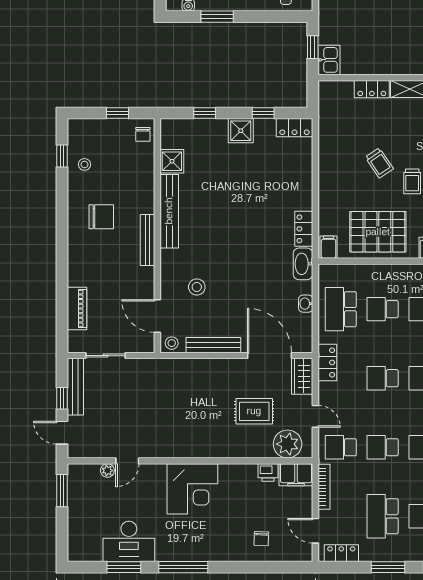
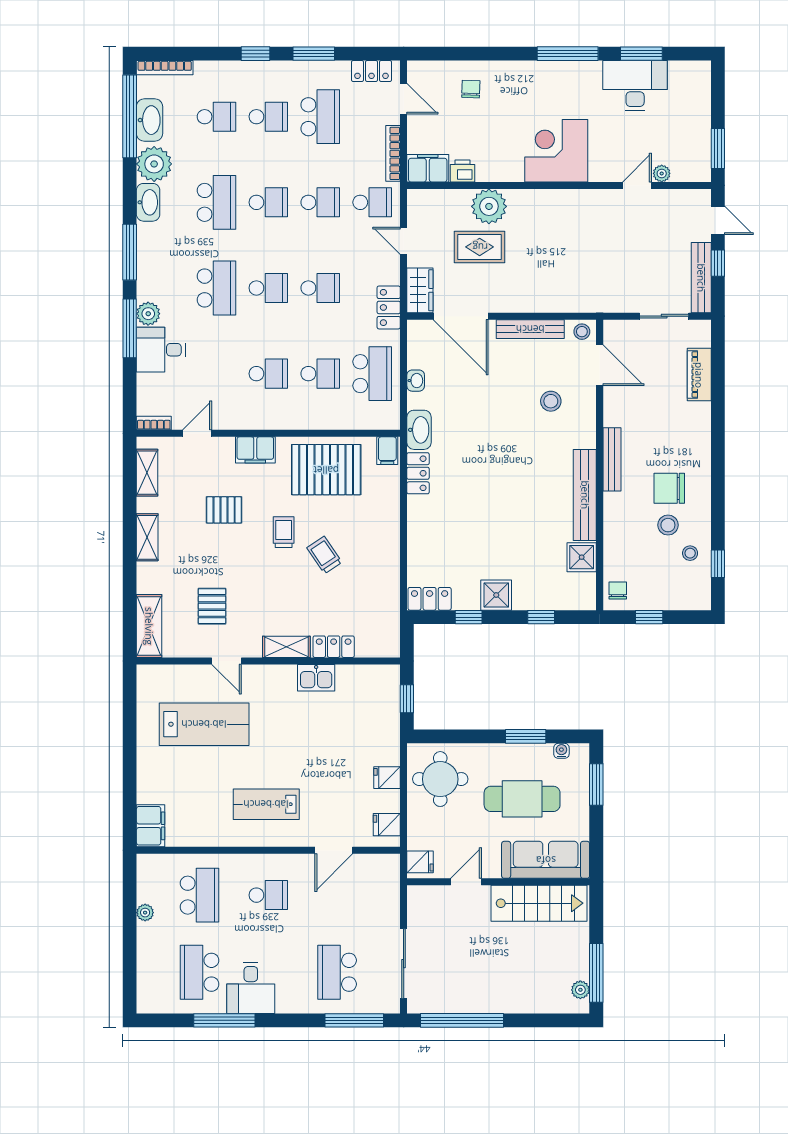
kitchen sink: (329, 60) -> (316, 678), moved, turned -90
stool: (102, 187) -> (668, 525), added
plant: (288, 444) -> (489, 206), moved

